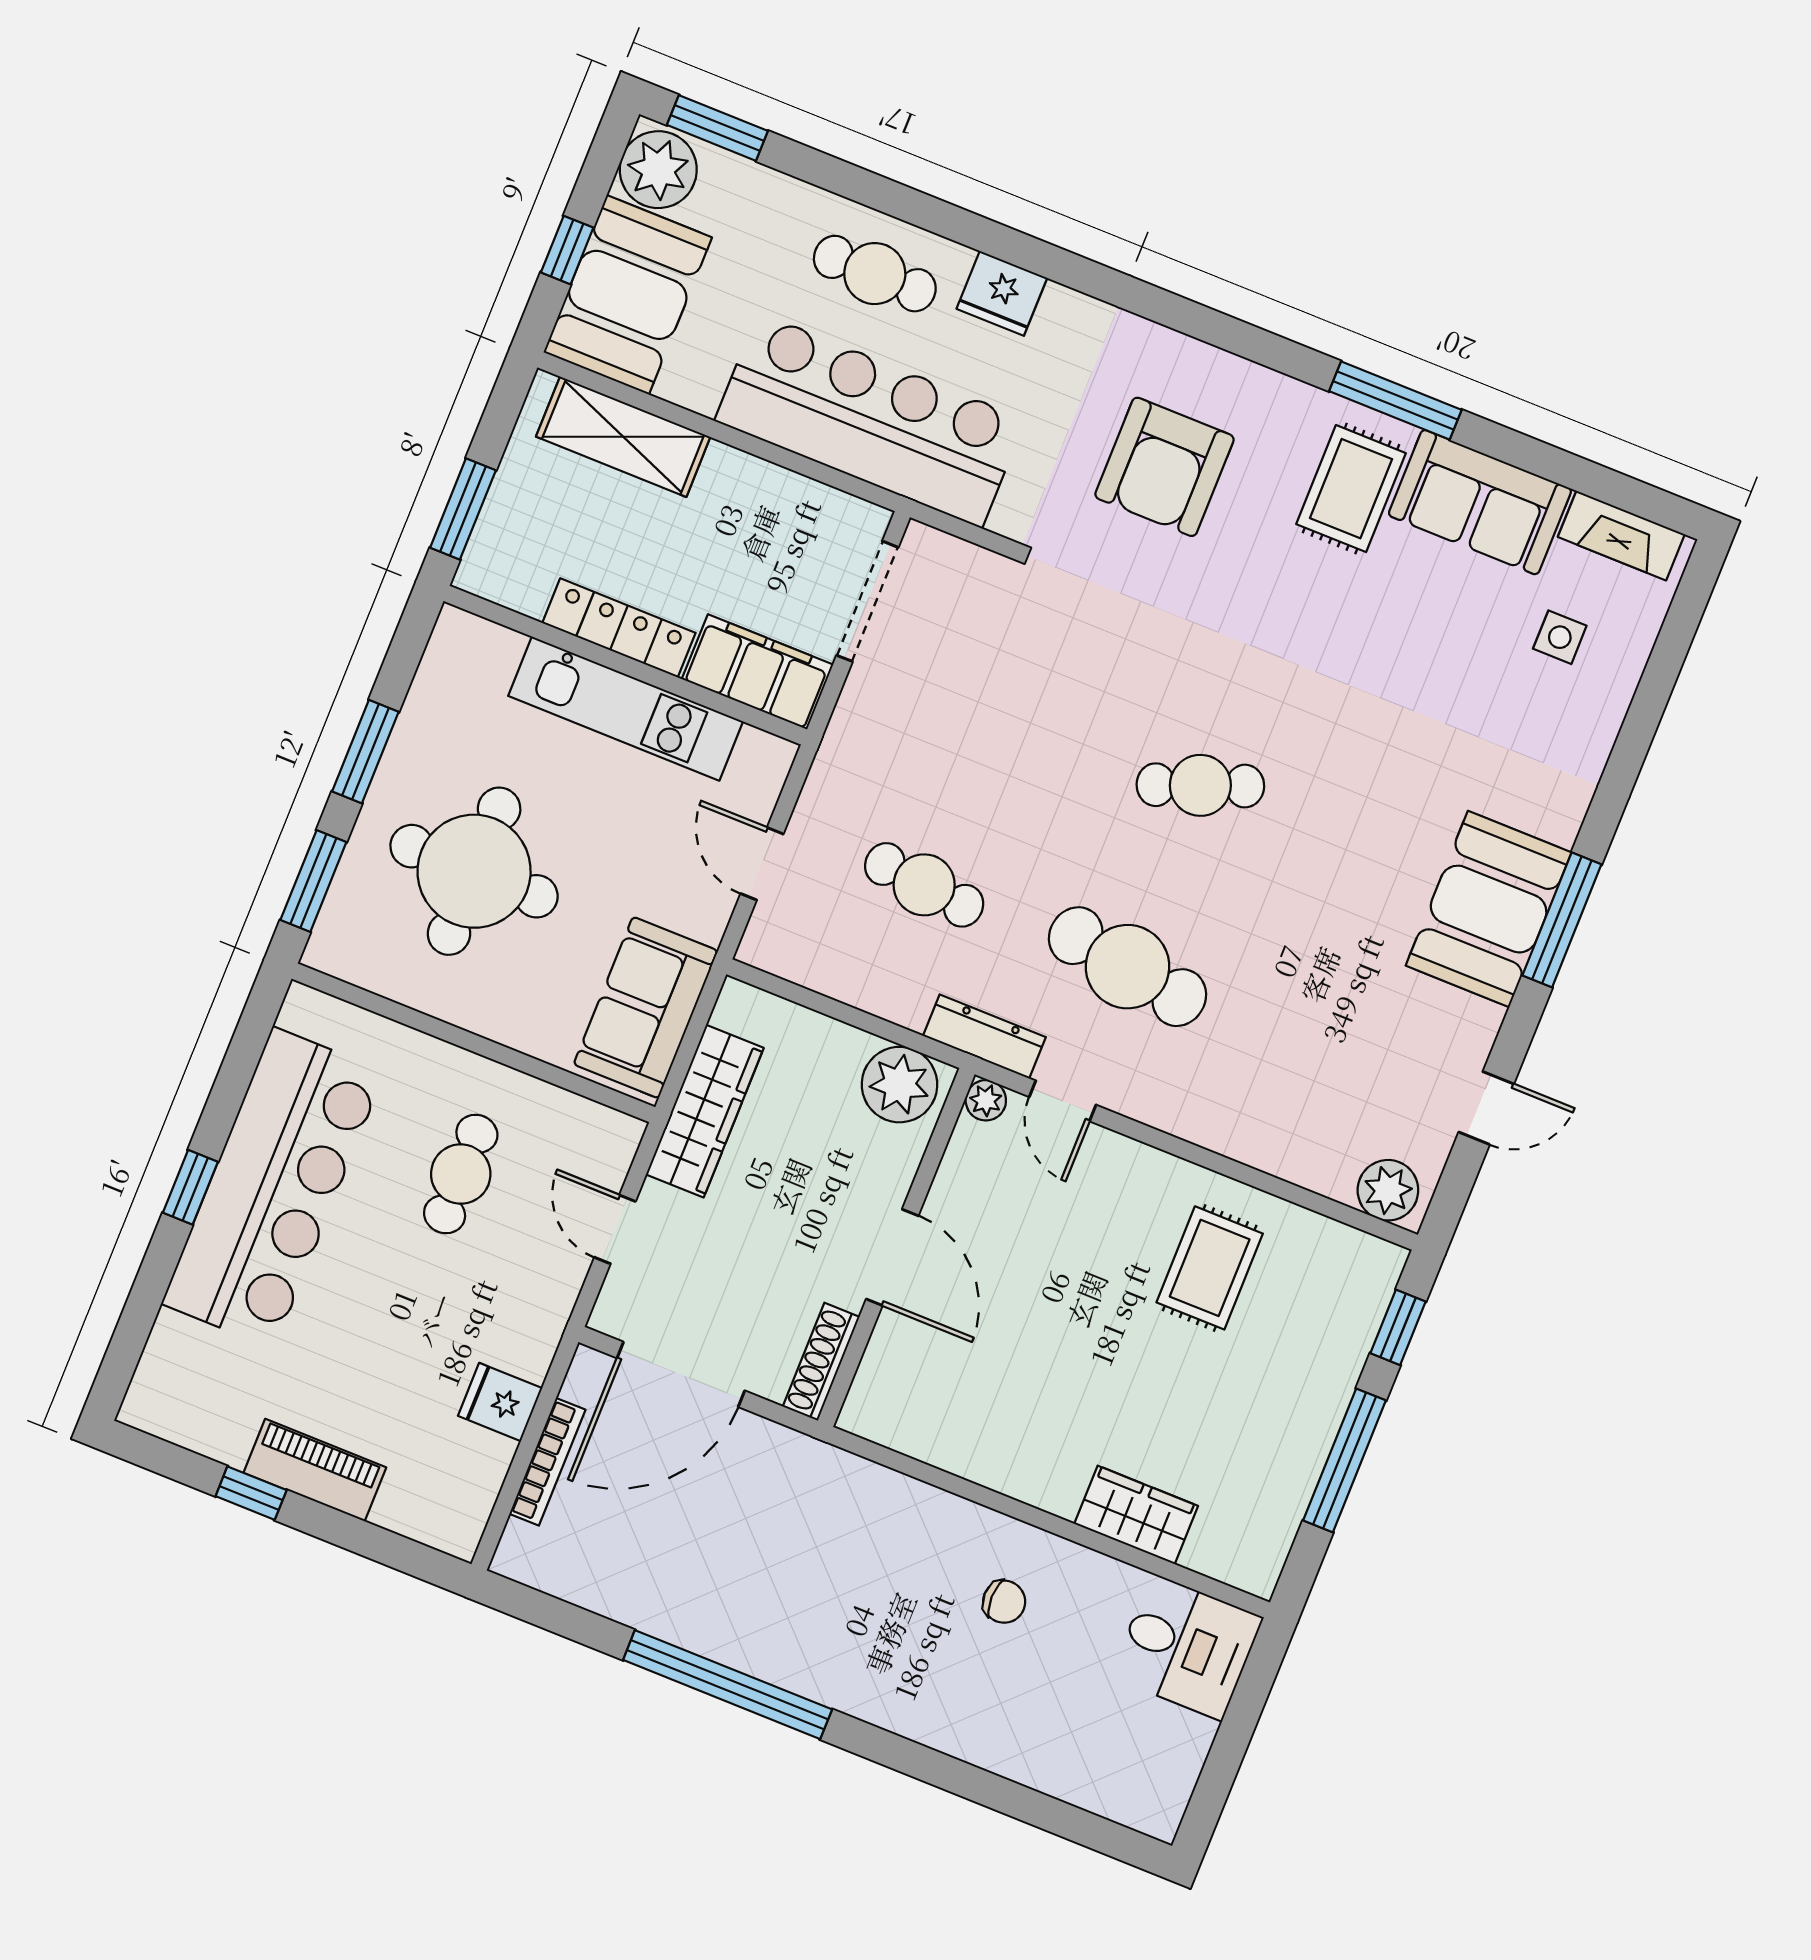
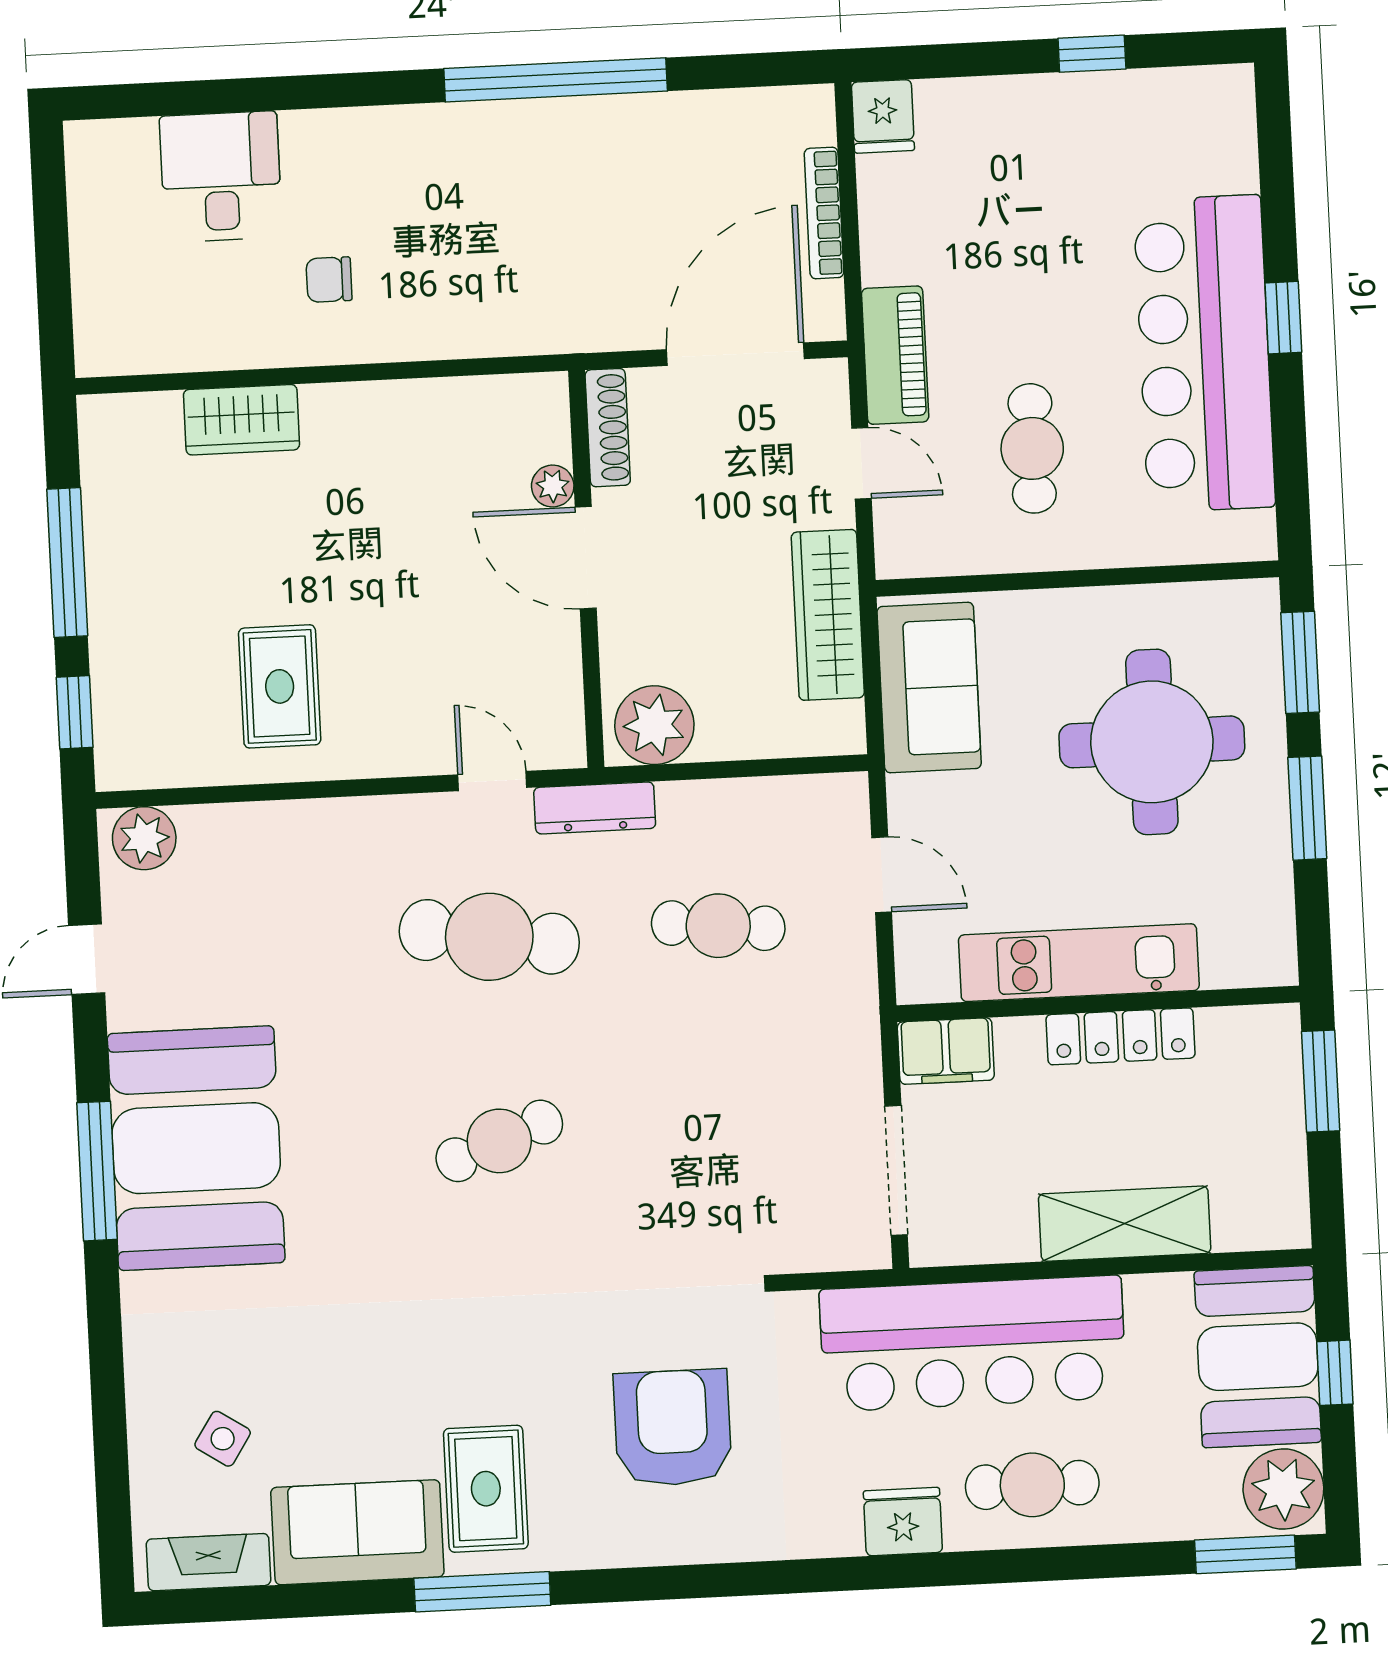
shelving: (623, 437) -> (1125, 1224), moved
side table: (1560, 637) -> (223, 1439), turned 33
filing cabinet: (757, 672) -> (946, 1051), width x0.67, depth x0.86
booth: (1489, 909) -> (196, 1148), width x1.36, depth x1.42
plant: (986, 1100) -> (553, 486), moved
fridge: (500, 1402) -> (883, 116), moved, turned 90
piano: (315, 1470) -> (895, 355), moved, turned -90
desk: (1187, 1647) -> (221, 177), moved, turned 90

